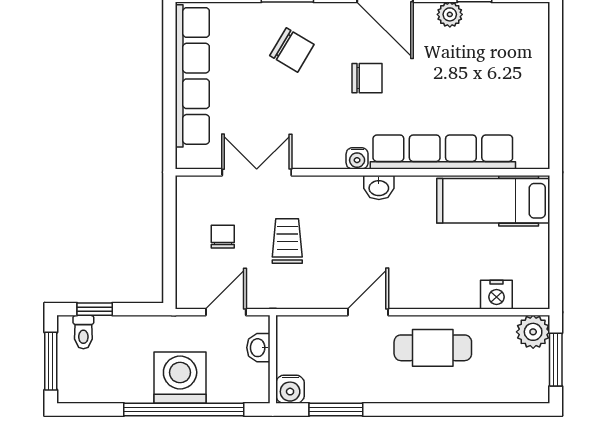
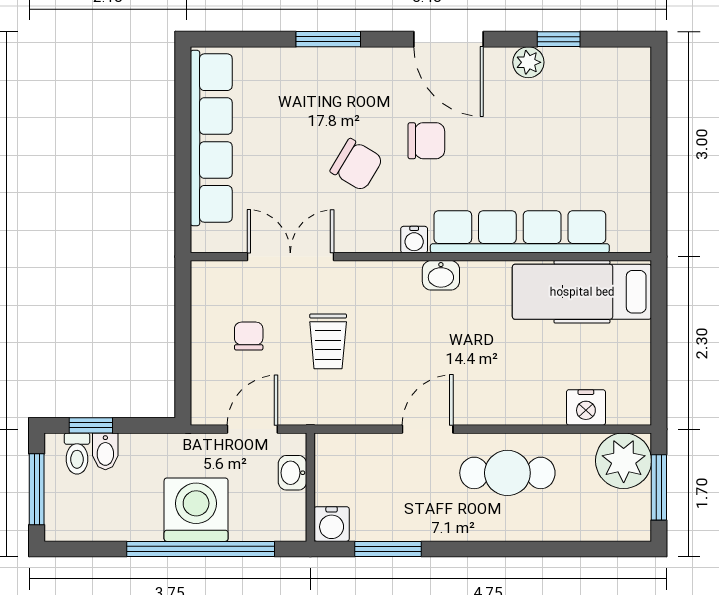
chair: (292, 50) -> (357, 165), moved
trolley: (287, 241) -> (328, 341), turned 180
bidet: (106, 330) -> (105, 451), added
plant: (533, 332) -> (624, 461), width x1.36, depth x1.36

